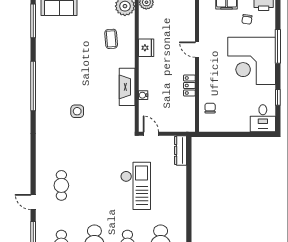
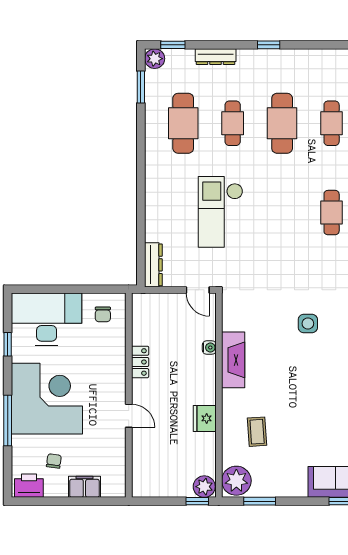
chair: (210, 108) -> (103, 314), moved
desk: (263, 118) -> (47, 319), width x1.87, depth x1.30

